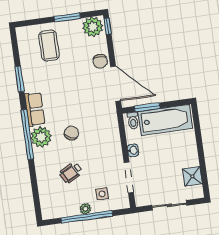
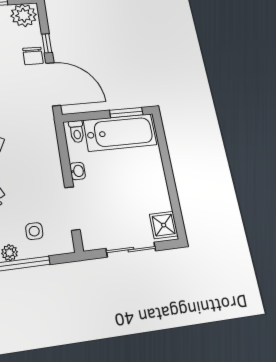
window: (108, 26) -> (47, 43), moved
window: (147, 107) -> (126, 112), moved
shower: (192, 176) -> (164, 225), moved

